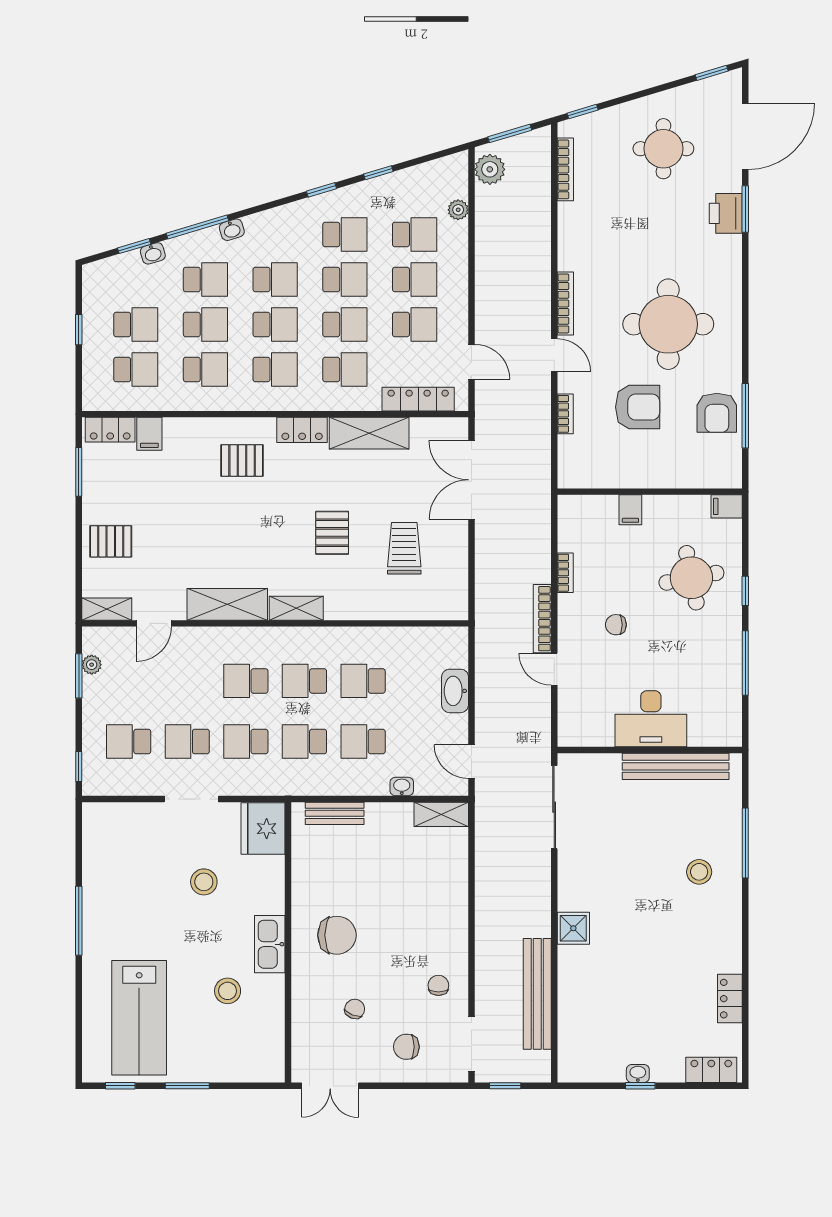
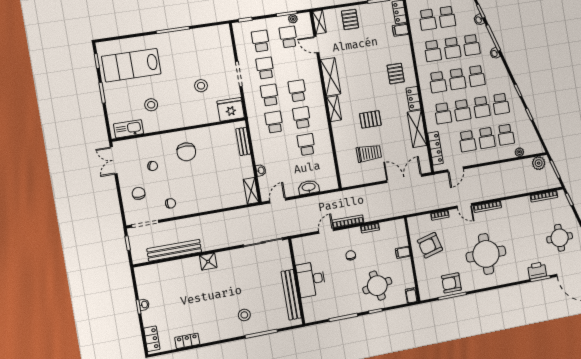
door: (554, 355) -> (464, 206), hinge flipped
armchair: (638, 407) -> (430, 245), moved, turned 75
school desk: (363, 742) -> (288, 37), moved
kitchen sink: (270, 944) -> (129, 129), moved

